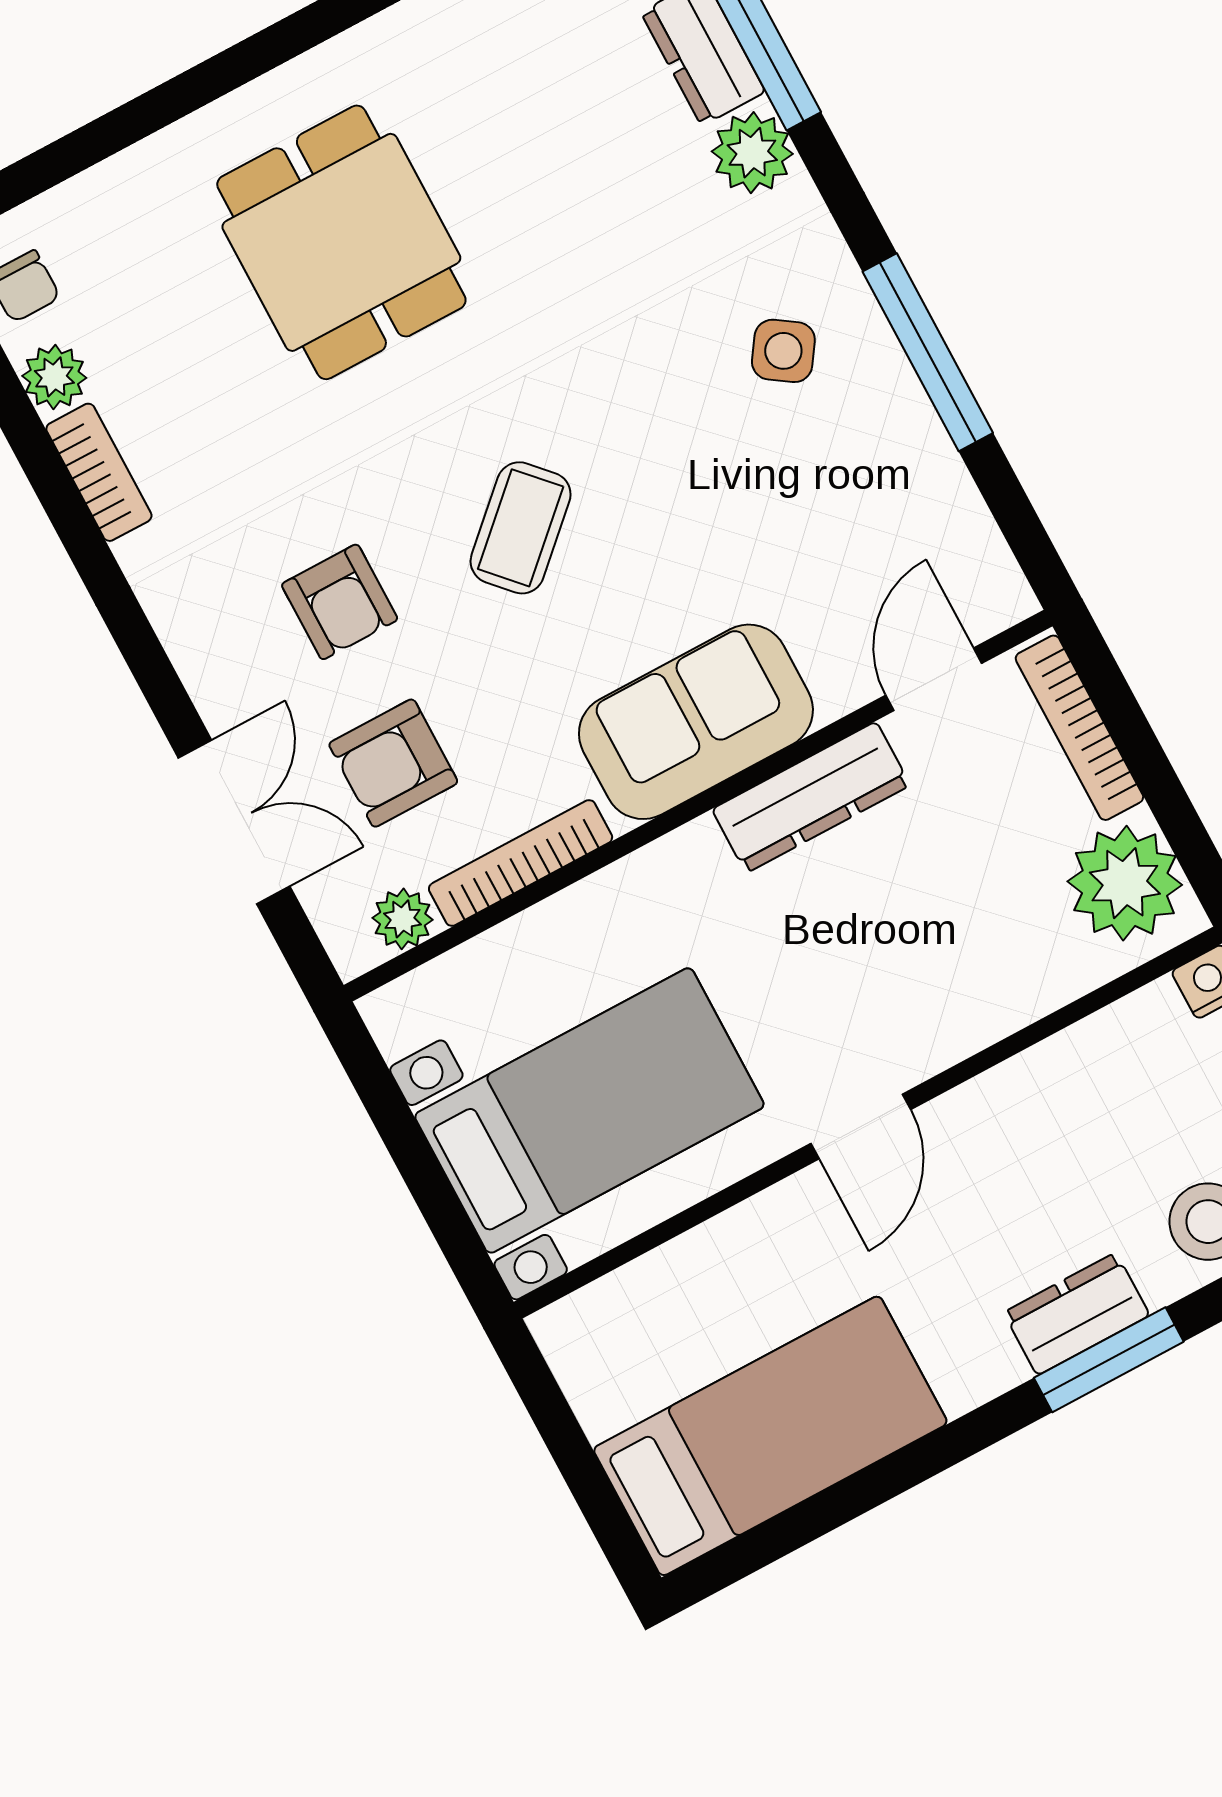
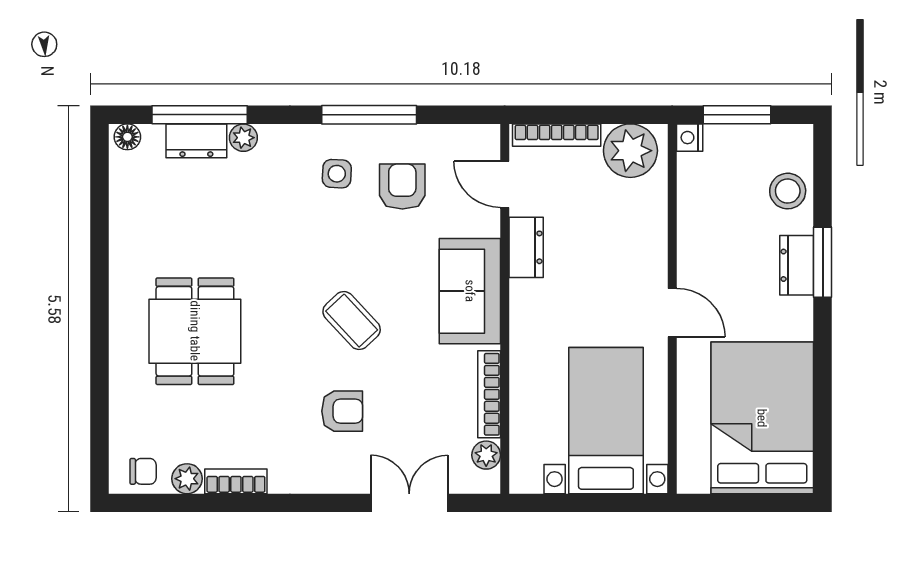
plant: (752, 153) -> (243, 138), width x0.73, depth x0.73
dining table: (341, 242) -> (195, 331), turned 90
side table: (783, 351) -> (337, 174), turned -31
armchair: (393, 763) -> (402, 187), moved, turned 180
dresser: (811, 797) -> (526, 247), width x0.70
bed: (770, 1436) -> (762, 418), width x1.50

